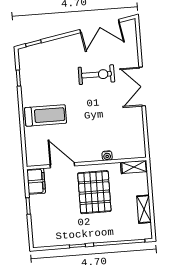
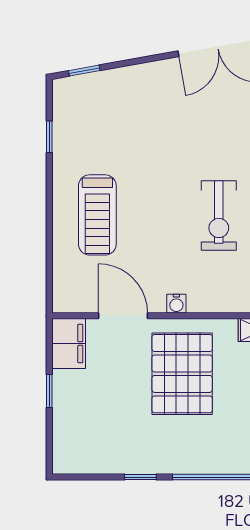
exercise bike: (96, 75) -> (219, 215), moved, turned 90
treadmill: (46, 115) -> (97, 215), turned 90
water cooler: (107, 156) -> (176, 304), moved

